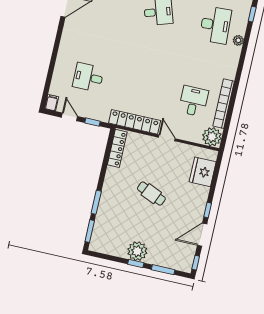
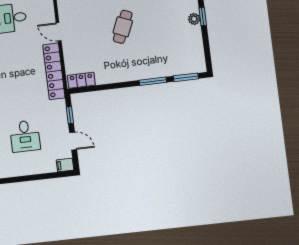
door: (70, 117) -> (73, 141), swing flipped
door: (167, 138) -> (59, 32), hinge flipped
locker: (117, 148) -> (81, 80), width x0.66
plant: (137, 251) -> (194, 19), width x0.53, depth x0.53

